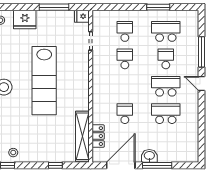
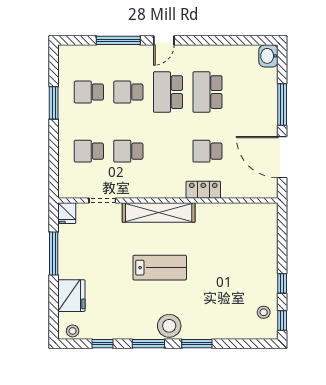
school desk: (166, 31) -> (89, 92), width x0.54
lab bench: (44, 81) -> (160, 268), width x0.54, depth x0.72
shelving: (82, 136) -> (159, 212), moved
locker: (98, 136) -> (203, 190), moved
washbasin: (149, 156) -> (268, 56), moved
window: (55, 165) -> (282, 283), moved

